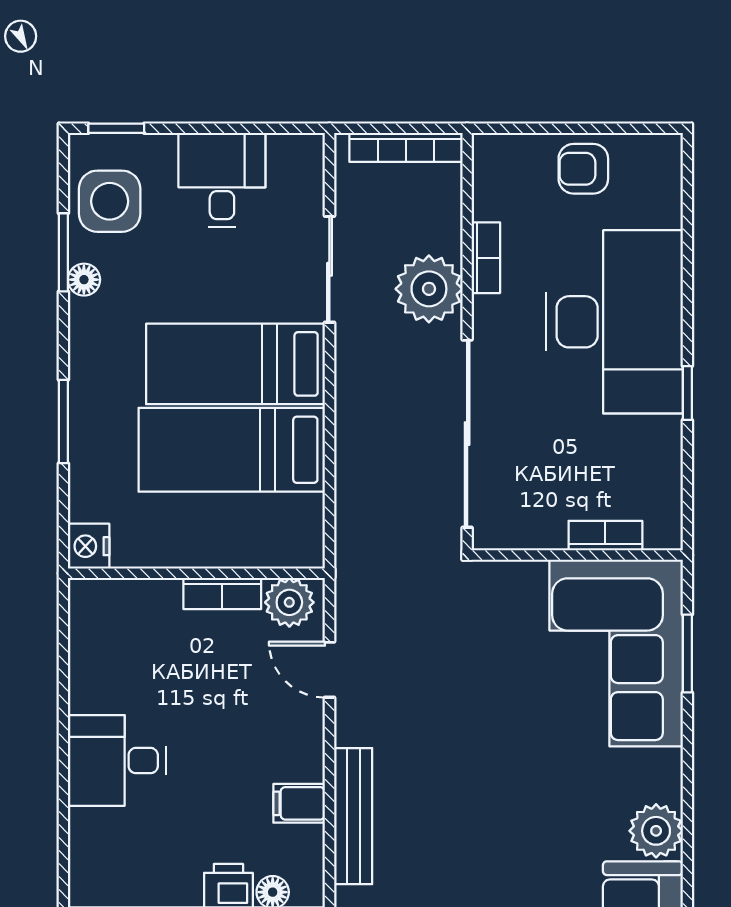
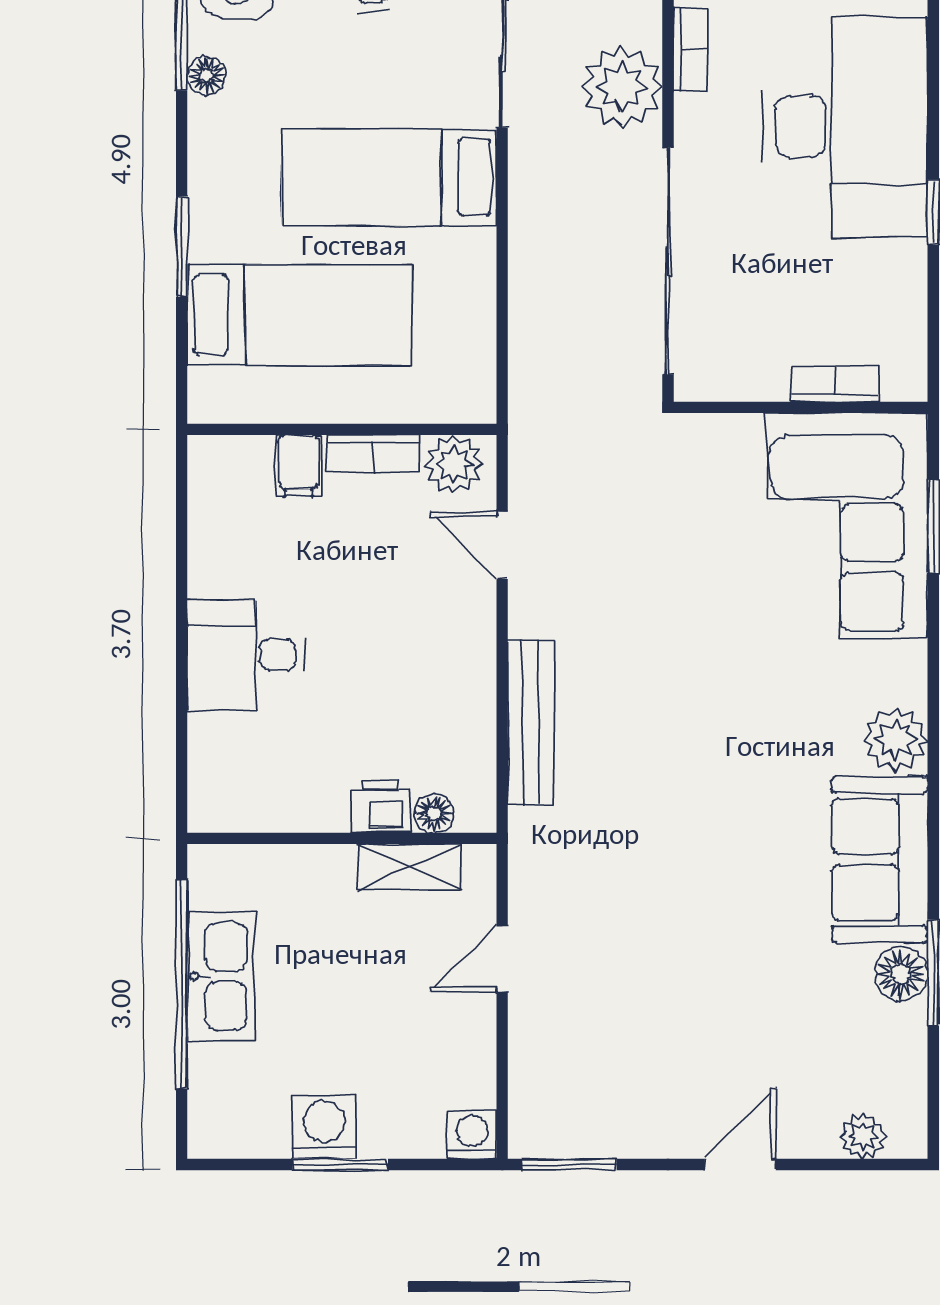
bed: (232, 450) -> (299, 315), moved, turned 180
nightstand: (89, 546) -> (212, 397), removed
filing cabinet: (299, 803) -> (298, 466), moved, turned -90

